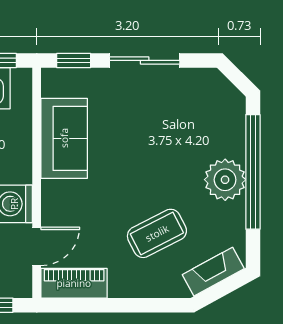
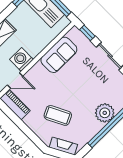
plant: (225, 180) -> (105, 113), moved

